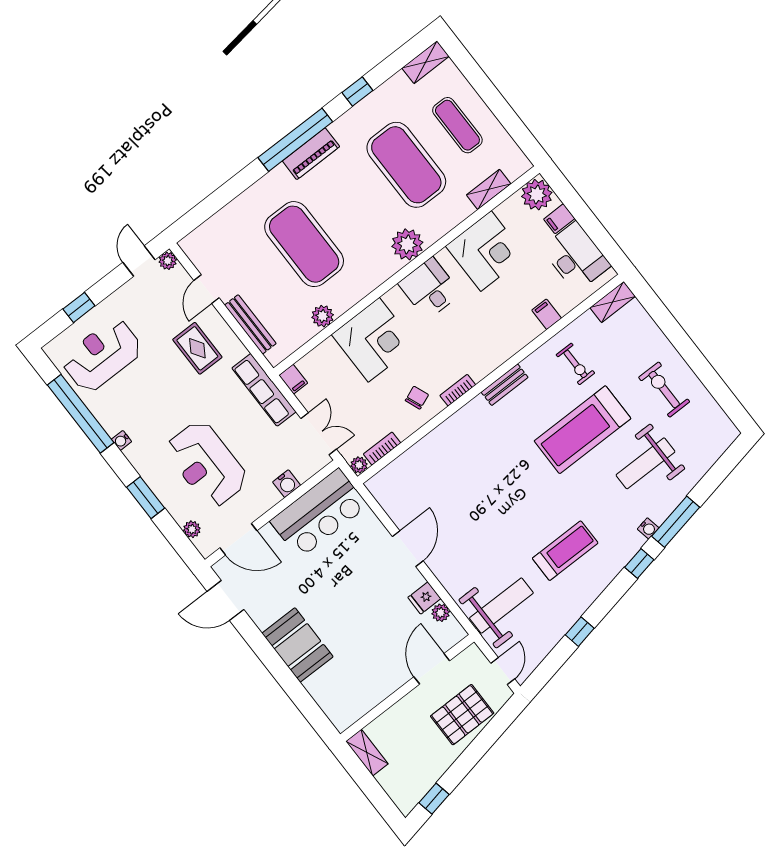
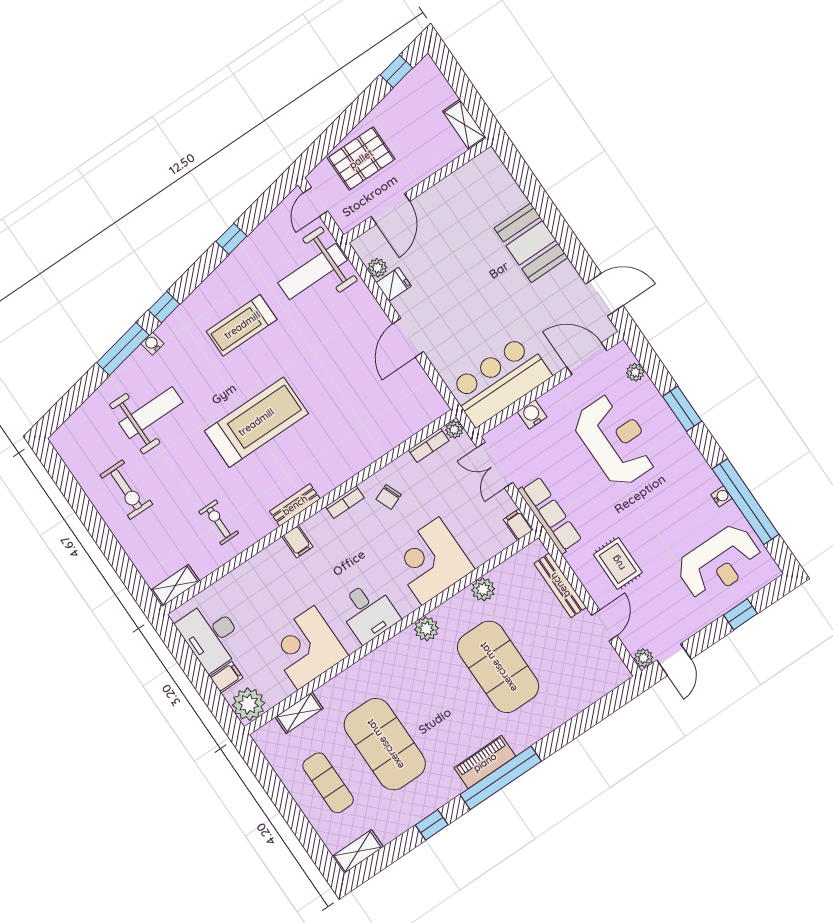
plant: (407, 244) -> (426, 629), moved, width x0.73, depth x0.73
filing cabinet: (547, 314) -> (297, 542), moved
treadmill: (582, 430) -> (256, 422), moved
water cooler: (121, 440) -> (721, 496), moved

